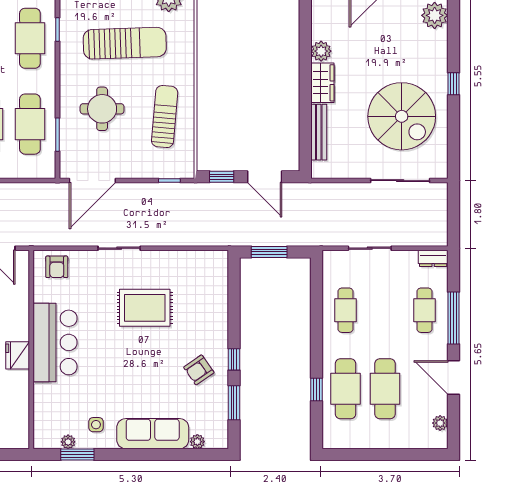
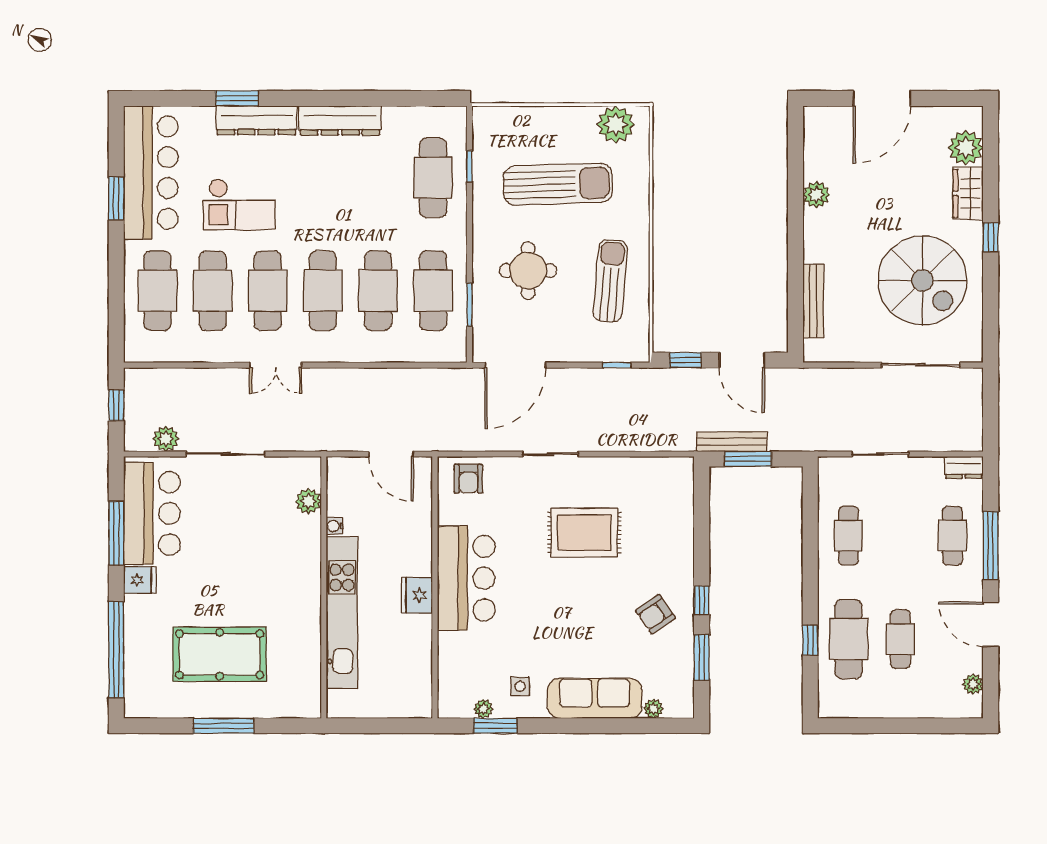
wardrobe: (322, 83) -> (968, 193), moved, turned 180
bench: (257, 239) -> (732, 442), added
cafe table: (385, 389) -> (900, 639), width x0.73, depth x0.74

